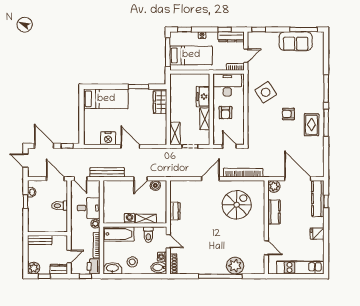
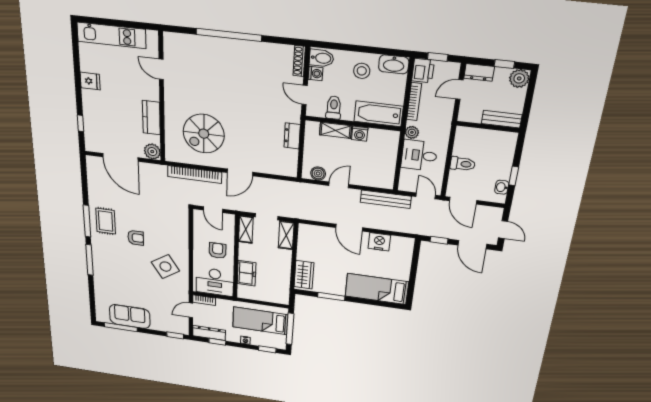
shelving: (205, 119) -> (246, 229), moved
kitchen counter: (318, 199) -> (92, 128), removed
plant: (235, 266) -> (207, 48), removed

